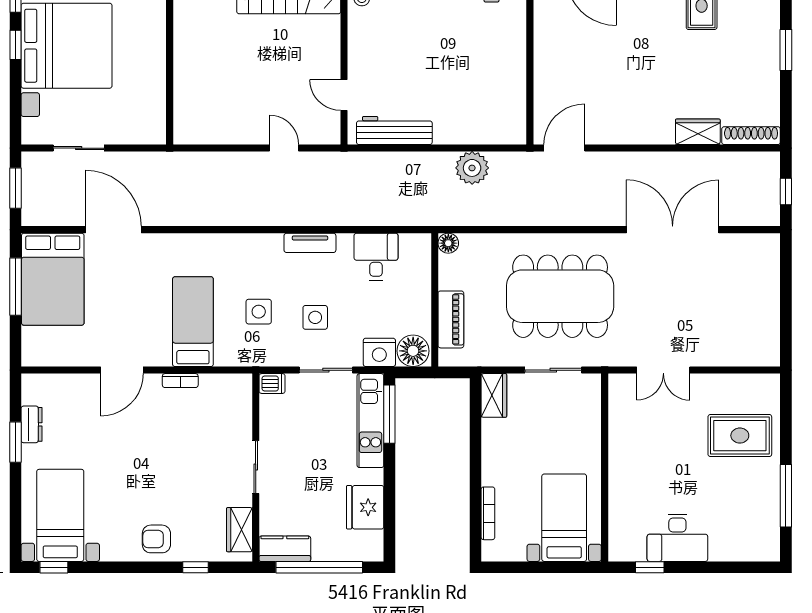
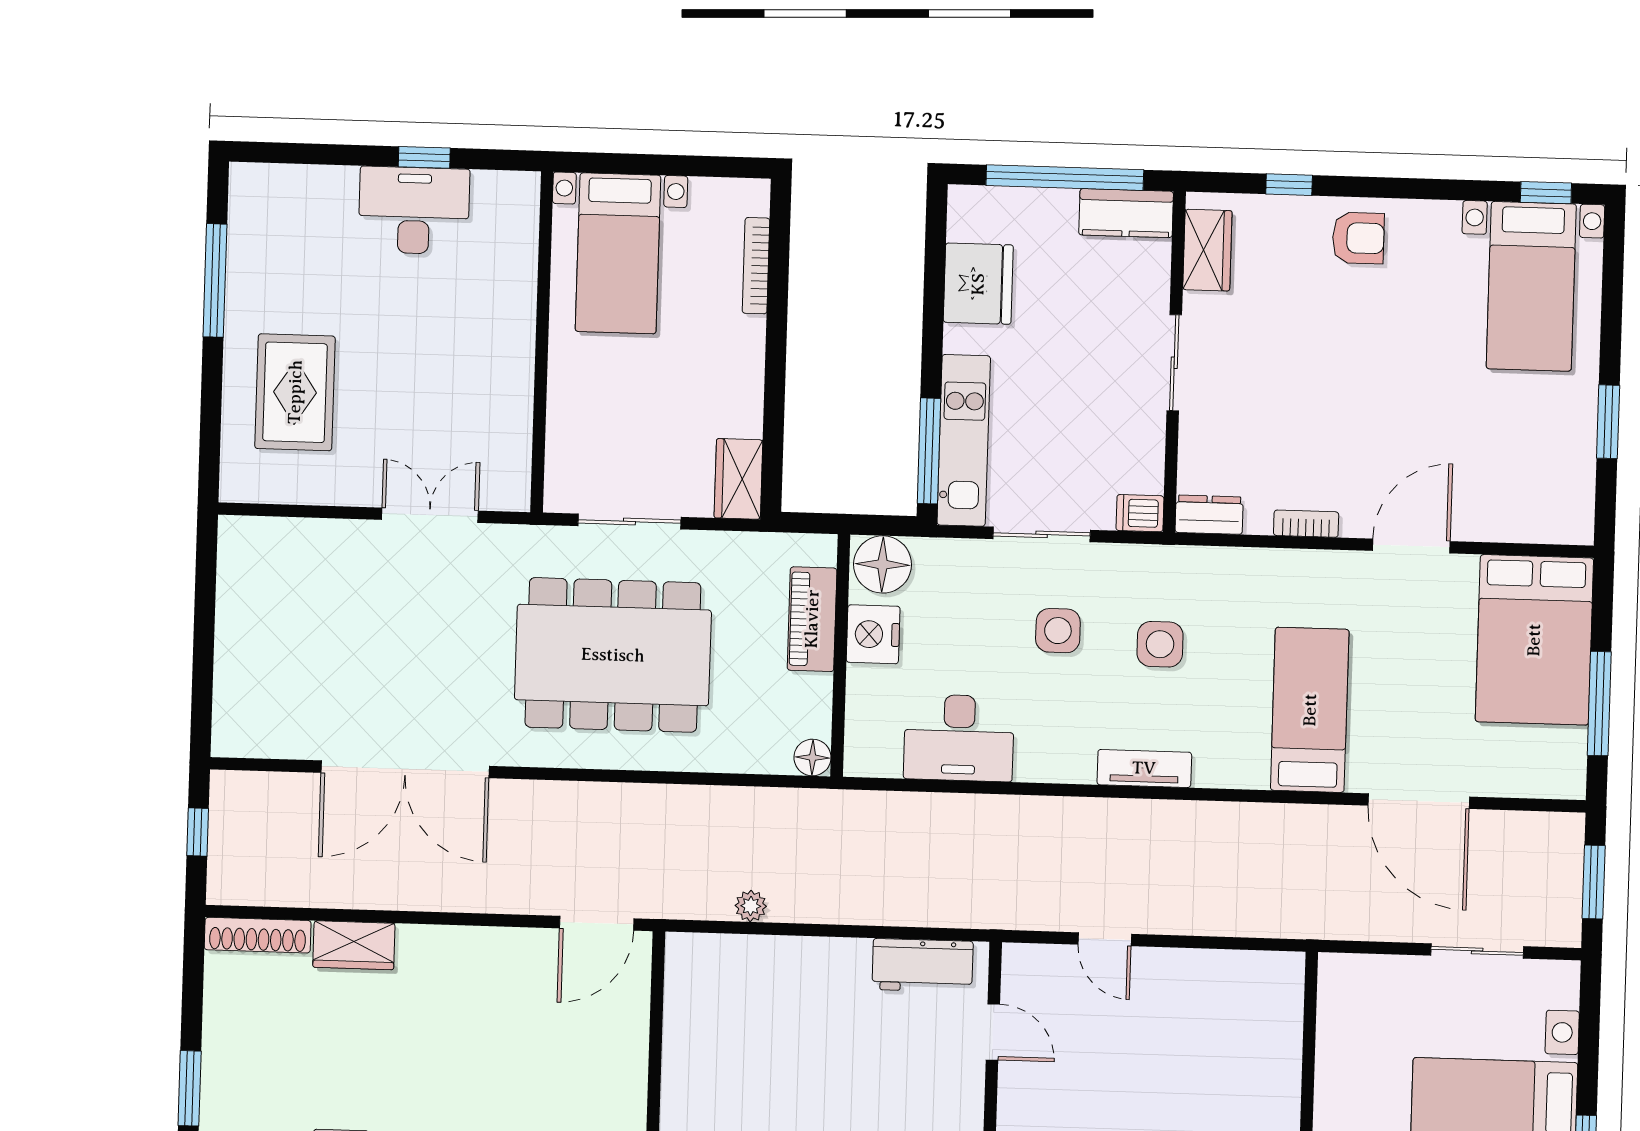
workbench: (394, 130) -> (923, 965), width x0.73
plant: (472, 168) -> (751, 906), width x0.53, depth x0.53
tv unit: (310, 243) -> (1144, 768), moved
desk: (376, 257) -> (959, 738), width x1.37
bed: (53, 279) -> (1534, 640), moved, turned 180
bed: (193, 322) -> (1310, 710), moved, turned 180
nightstand: (379, 352) -> (873, 634), moved, turned -90
dresser: (32, 424) -> (1209, 515), moved, turned 90
rug: (740, 436) -> (295, 392), turned 90
window: (650, 567) -> (424, 157), moved

